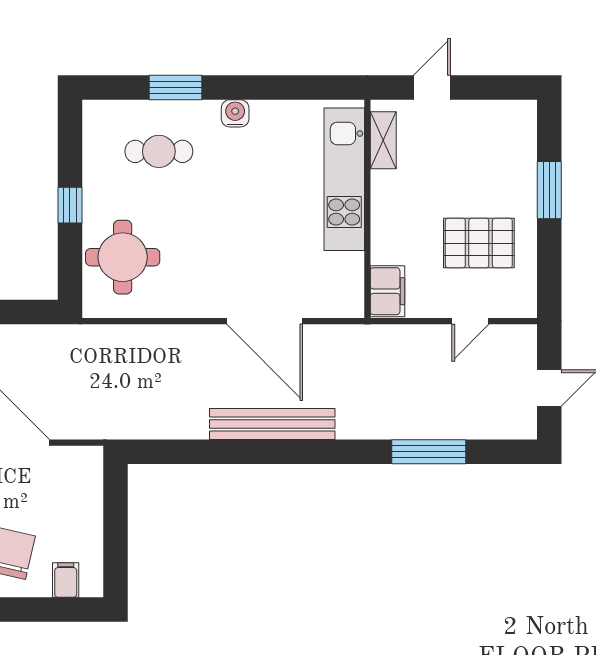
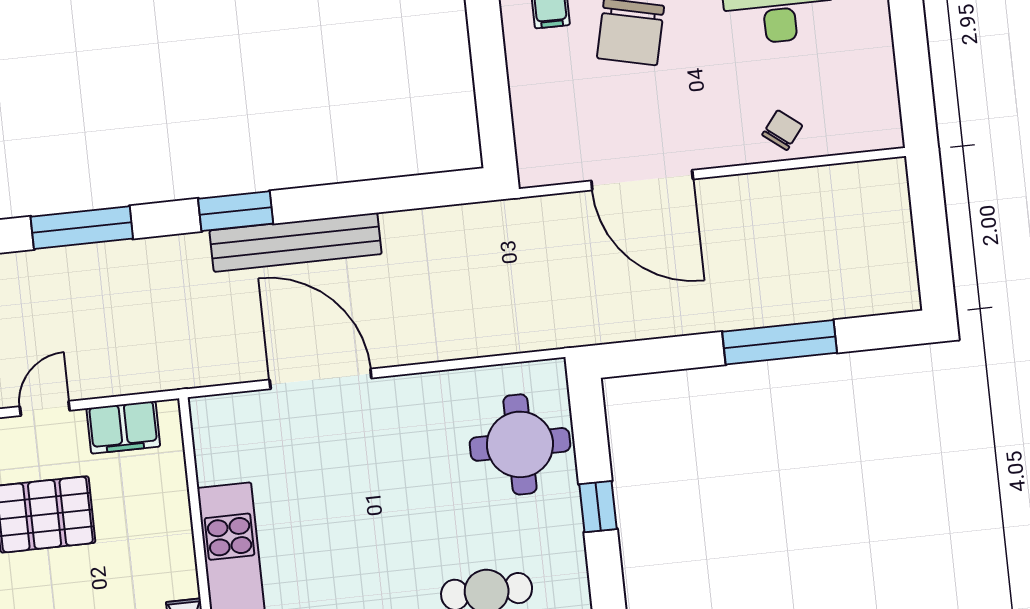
filing cabinet: (387, 291) -> (123, 427), moved, turned -90
window: (314, 452) -> (236, 211), added

